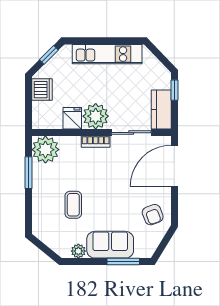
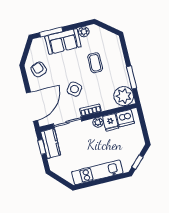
dishwasher: (42, 90) -> (125, 118), moved, turned -90
window: (174, 90) -> (42, 147), moved
plant: (96, 116) -> (98, 122), width x0.53, depth x0.53
side table: (111, 176) -> (74, 89), added

